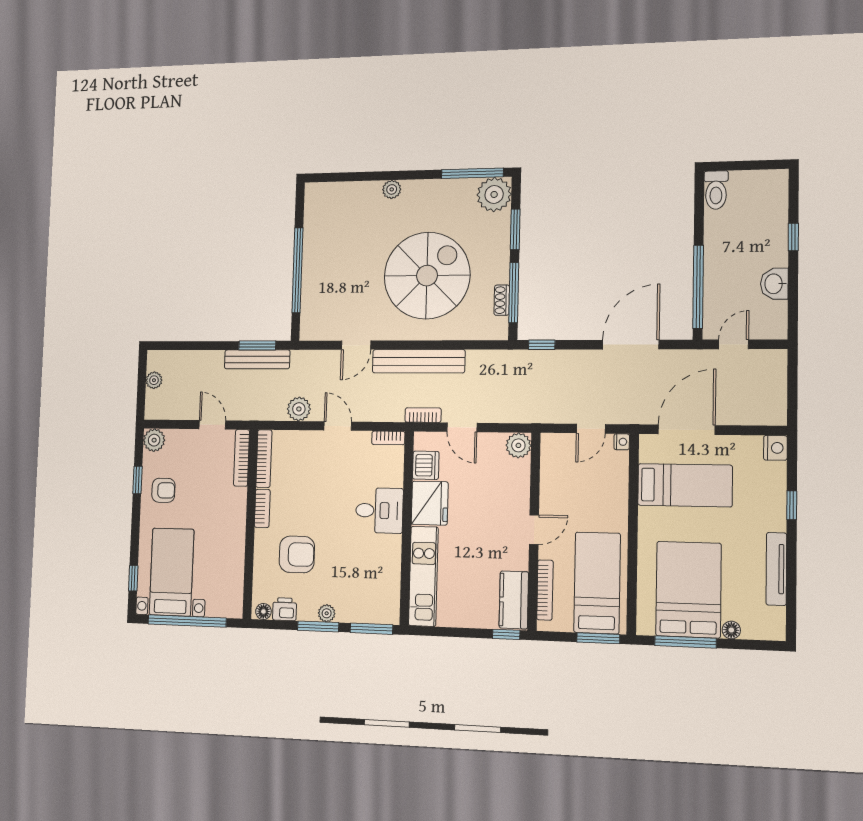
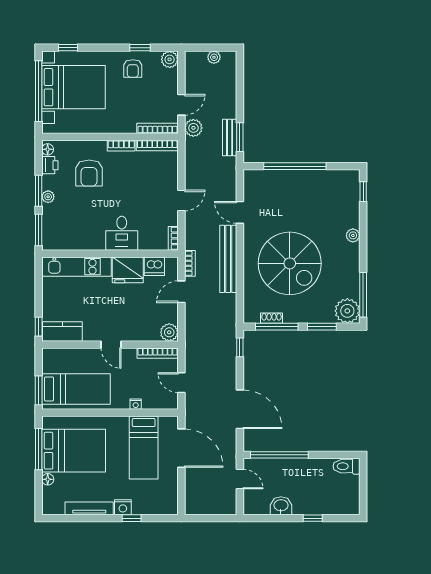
window: (334, 177) -> (363, 192), added
bench: (257, 359) -> (230, 137), width x0.73
plant: (299, 409) -> (193, 128), moved
nightstand: (622, 442) -> (136, 404), moved
nightstand: (775, 448) -> (123, 507), moved
bed with nightstands: (172, 572) -> (73, 87), width x1.36
bookcase: (545, 590) -> (158, 353), moved

